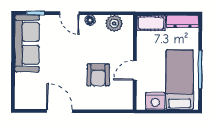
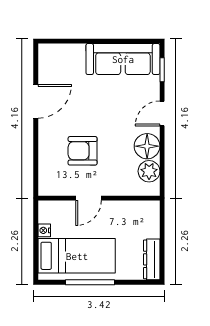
floor lamp: (90, 20) -> (147, 146), width x1.89, depth x1.89
cot: (151, 23) -> (150, 219), removed
door: (135, 70) -> (89, 198), swing flipped
nightstand: (155, 101) -> (44, 230), width x0.53, depth x0.56

